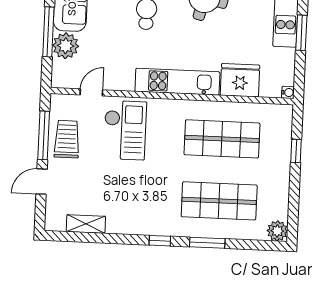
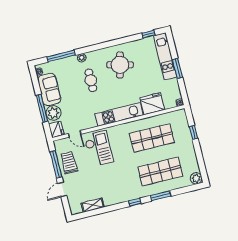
fridge: (62, 75) -> (56, 129), added
door: (91, 92) -> (75, 134), swing flipped

